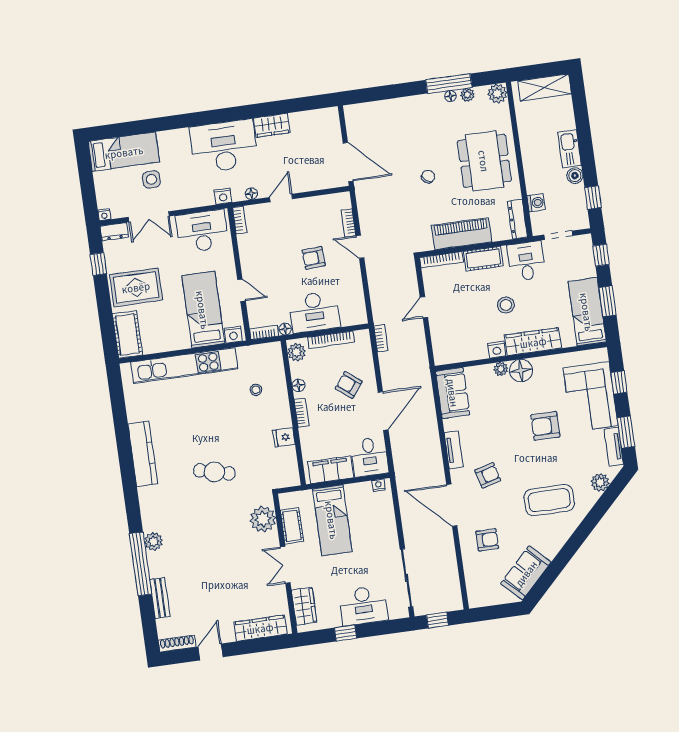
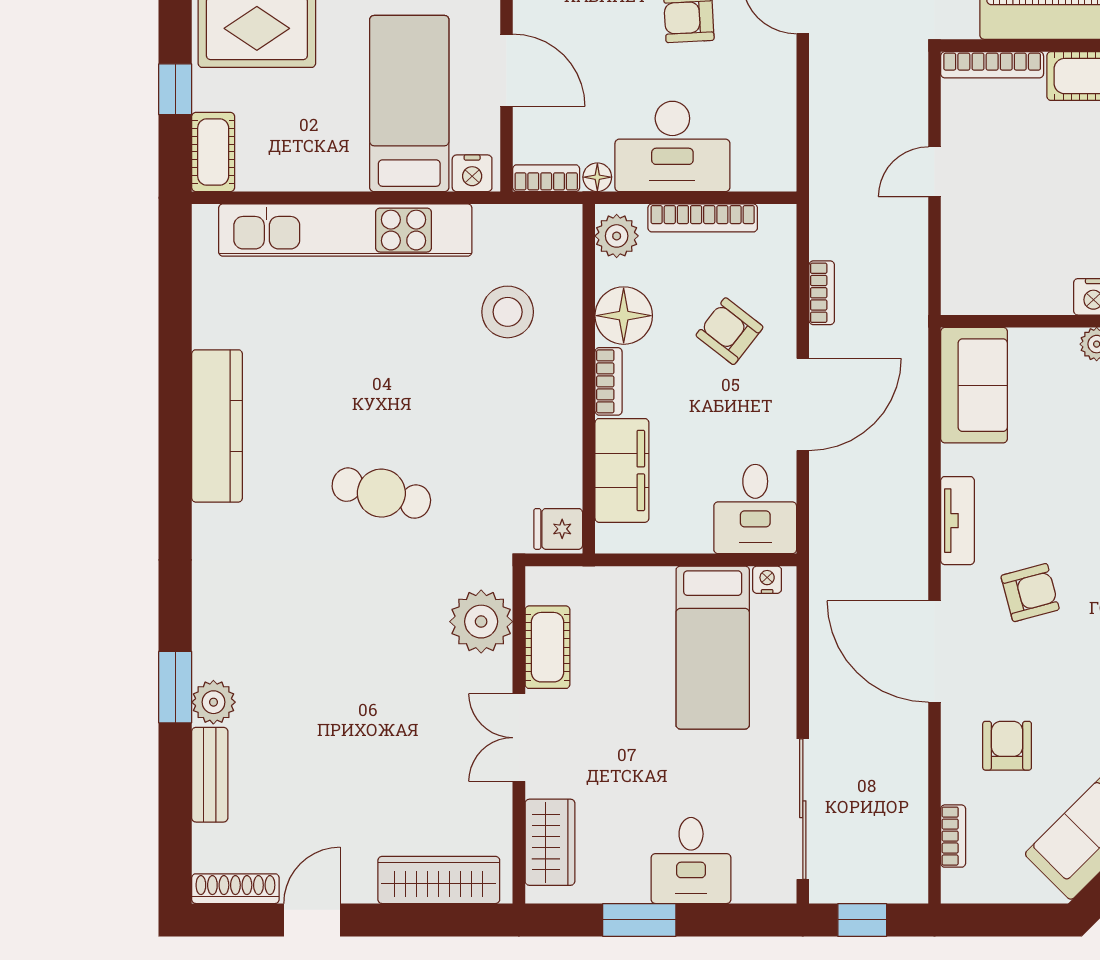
door: (241, 290) -> (506, 70), width x1.38
window: (106, 317) -> (175, 89), added
cot: (127, 335) -> (213, 152), width x0.73, depth x0.75
bookcase: (381, 338) -> (822, 293), moved
floor lamp: (298, 385) -> (624, 316), width x1.89, depth x1.89
stool: (256, 390) -> (508, 312), width x1.89, depth x1.89
fridge: (284, 437) -> (558, 529), moved
filing cabinet: (331, 470) -> (622, 470), moved, turned 90
bed: (332, 520) -> (713, 648), moved
armchair: (487, 540) -> (1007, 746), turned -90
plant: (154, 541) -> (213, 702), moved
window: (141, 564) -> (175, 687), width x0.47
bookcase: (470, 580) -> (953, 836), added
desk: (363, 606) -> (691, 861), width x0.73
window: (346, 633) -> (639, 920), width x1.50

